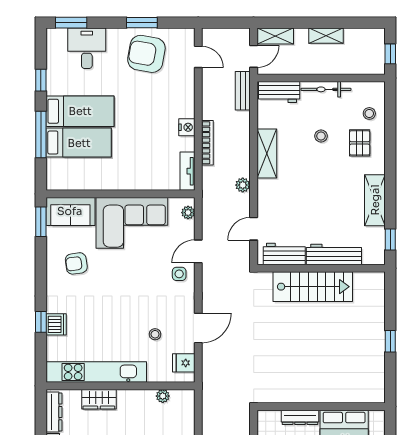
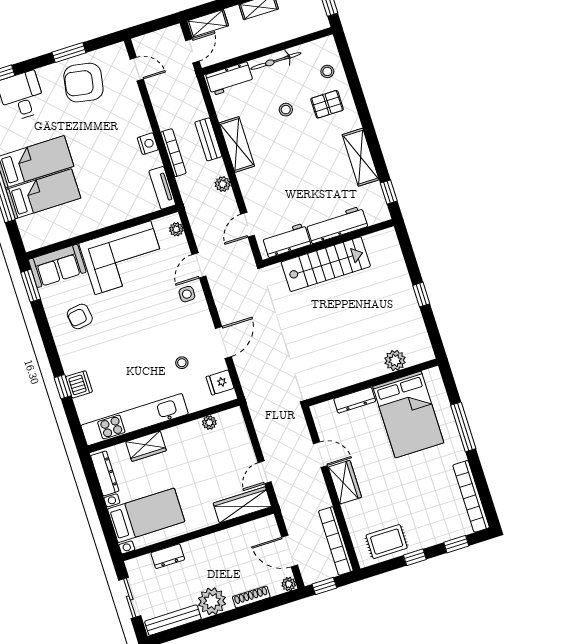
bench: (243, 91) -> (208, 139), moved
pallet: (360, 143) -> (327, 104), turned 90
plant: (348, 393) -> (395, 360), added

